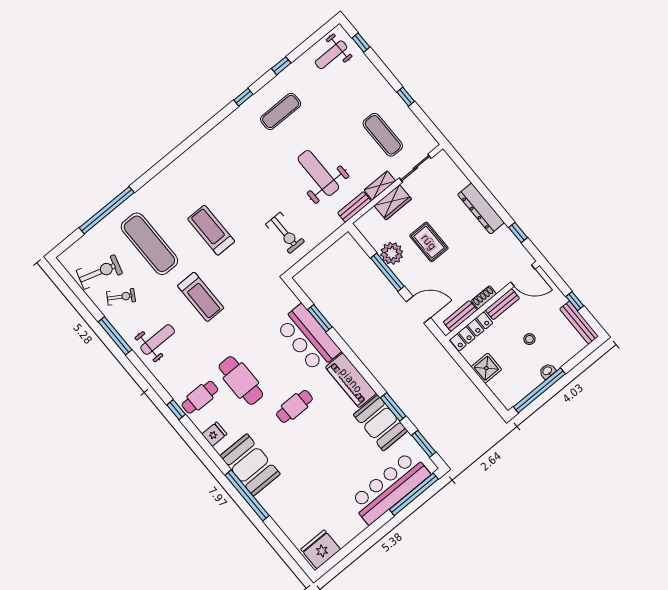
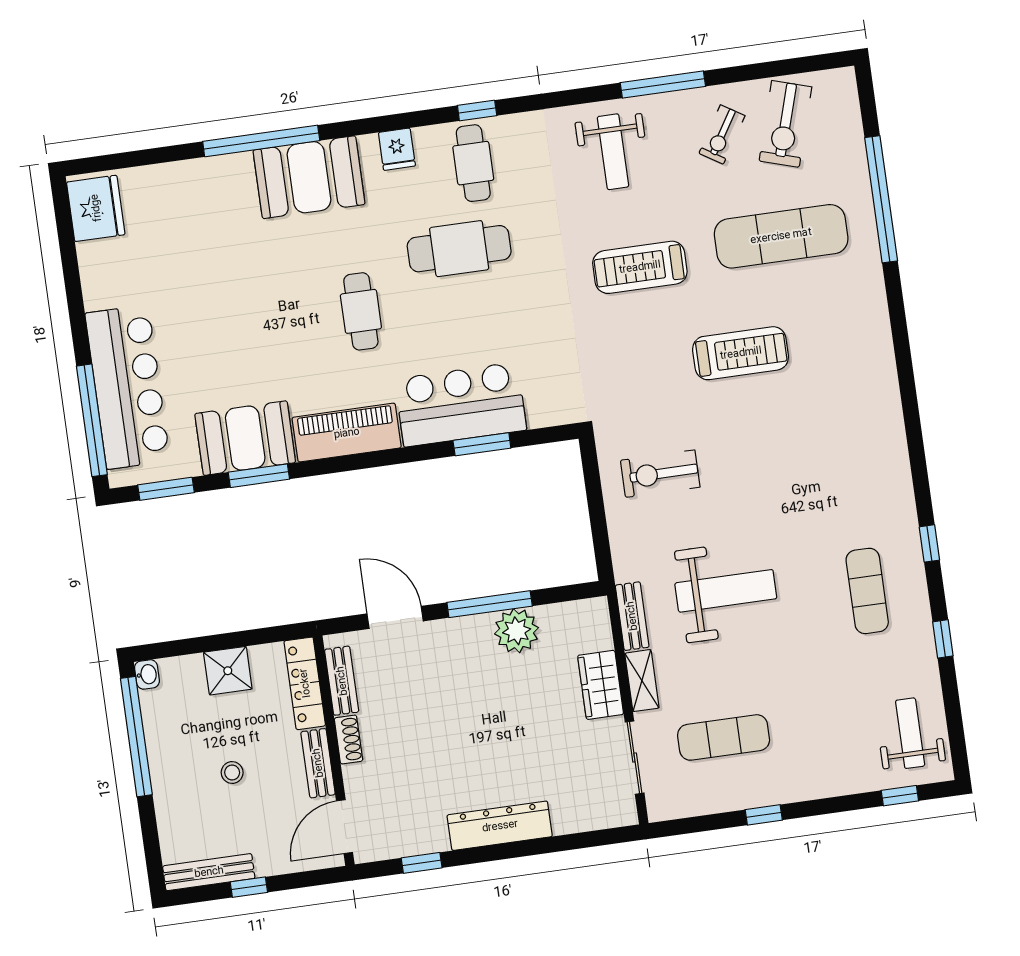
rug: (429, 242) -> (497, 705), removed
door: (418, 310) -> (395, 617), swing flipped
washbasin: (547, 371) -> (147, 674), moved

